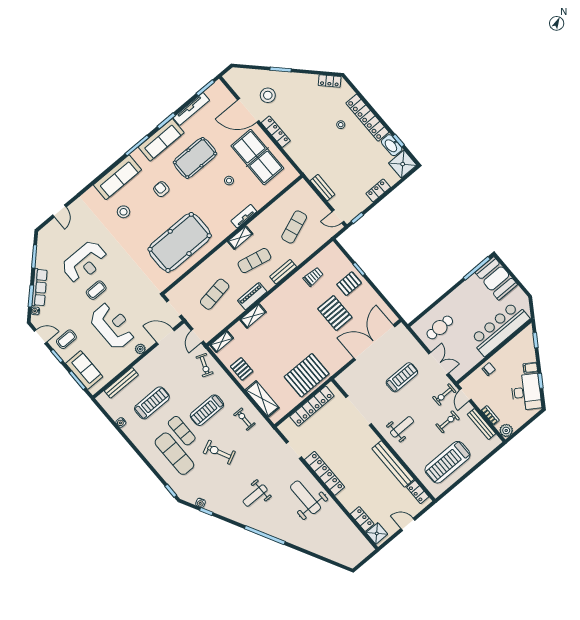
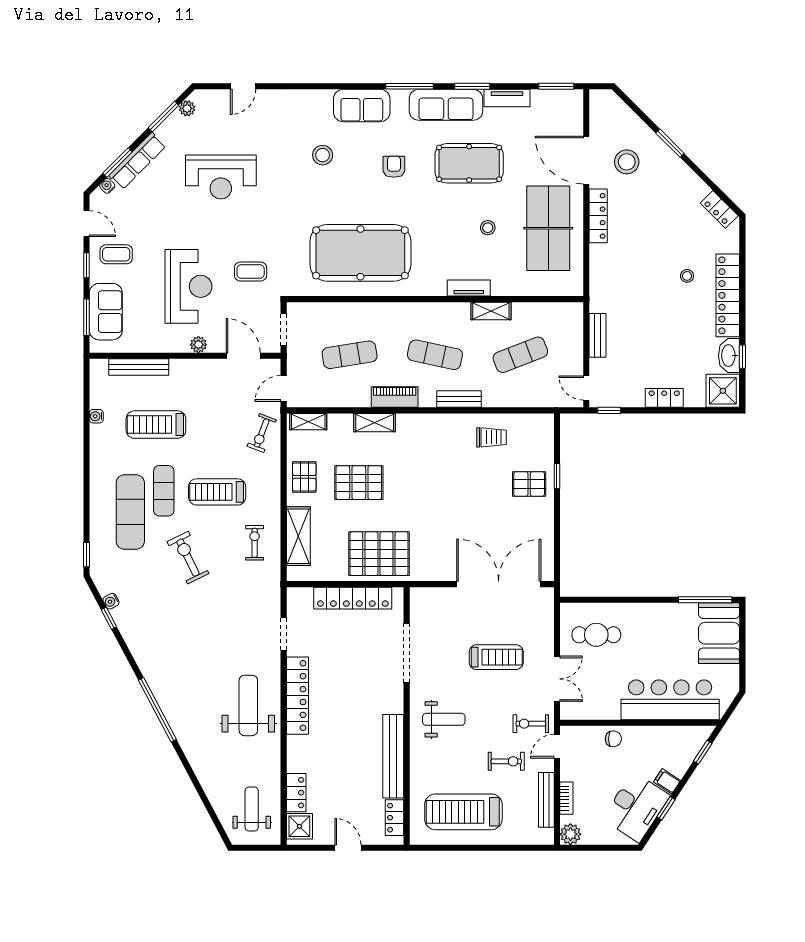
tv unit: (191, 109) -> (507, 98), width x0.71
sofa: (118, 177) -> (362, 106), width x0.73
shelving: (240, 238) -> (491, 311), moved
plant: (42, 243) -> (187, 108), added
coffee table: (96, 290) -> (251, 272), moved
pallet: (335, 313) -> (359, 483), moved, turned 90
treadmill: (152, 403) -> (156, 425), turned 180
weight bench: (255, 496) -> (252, 809), moved, turned 90

